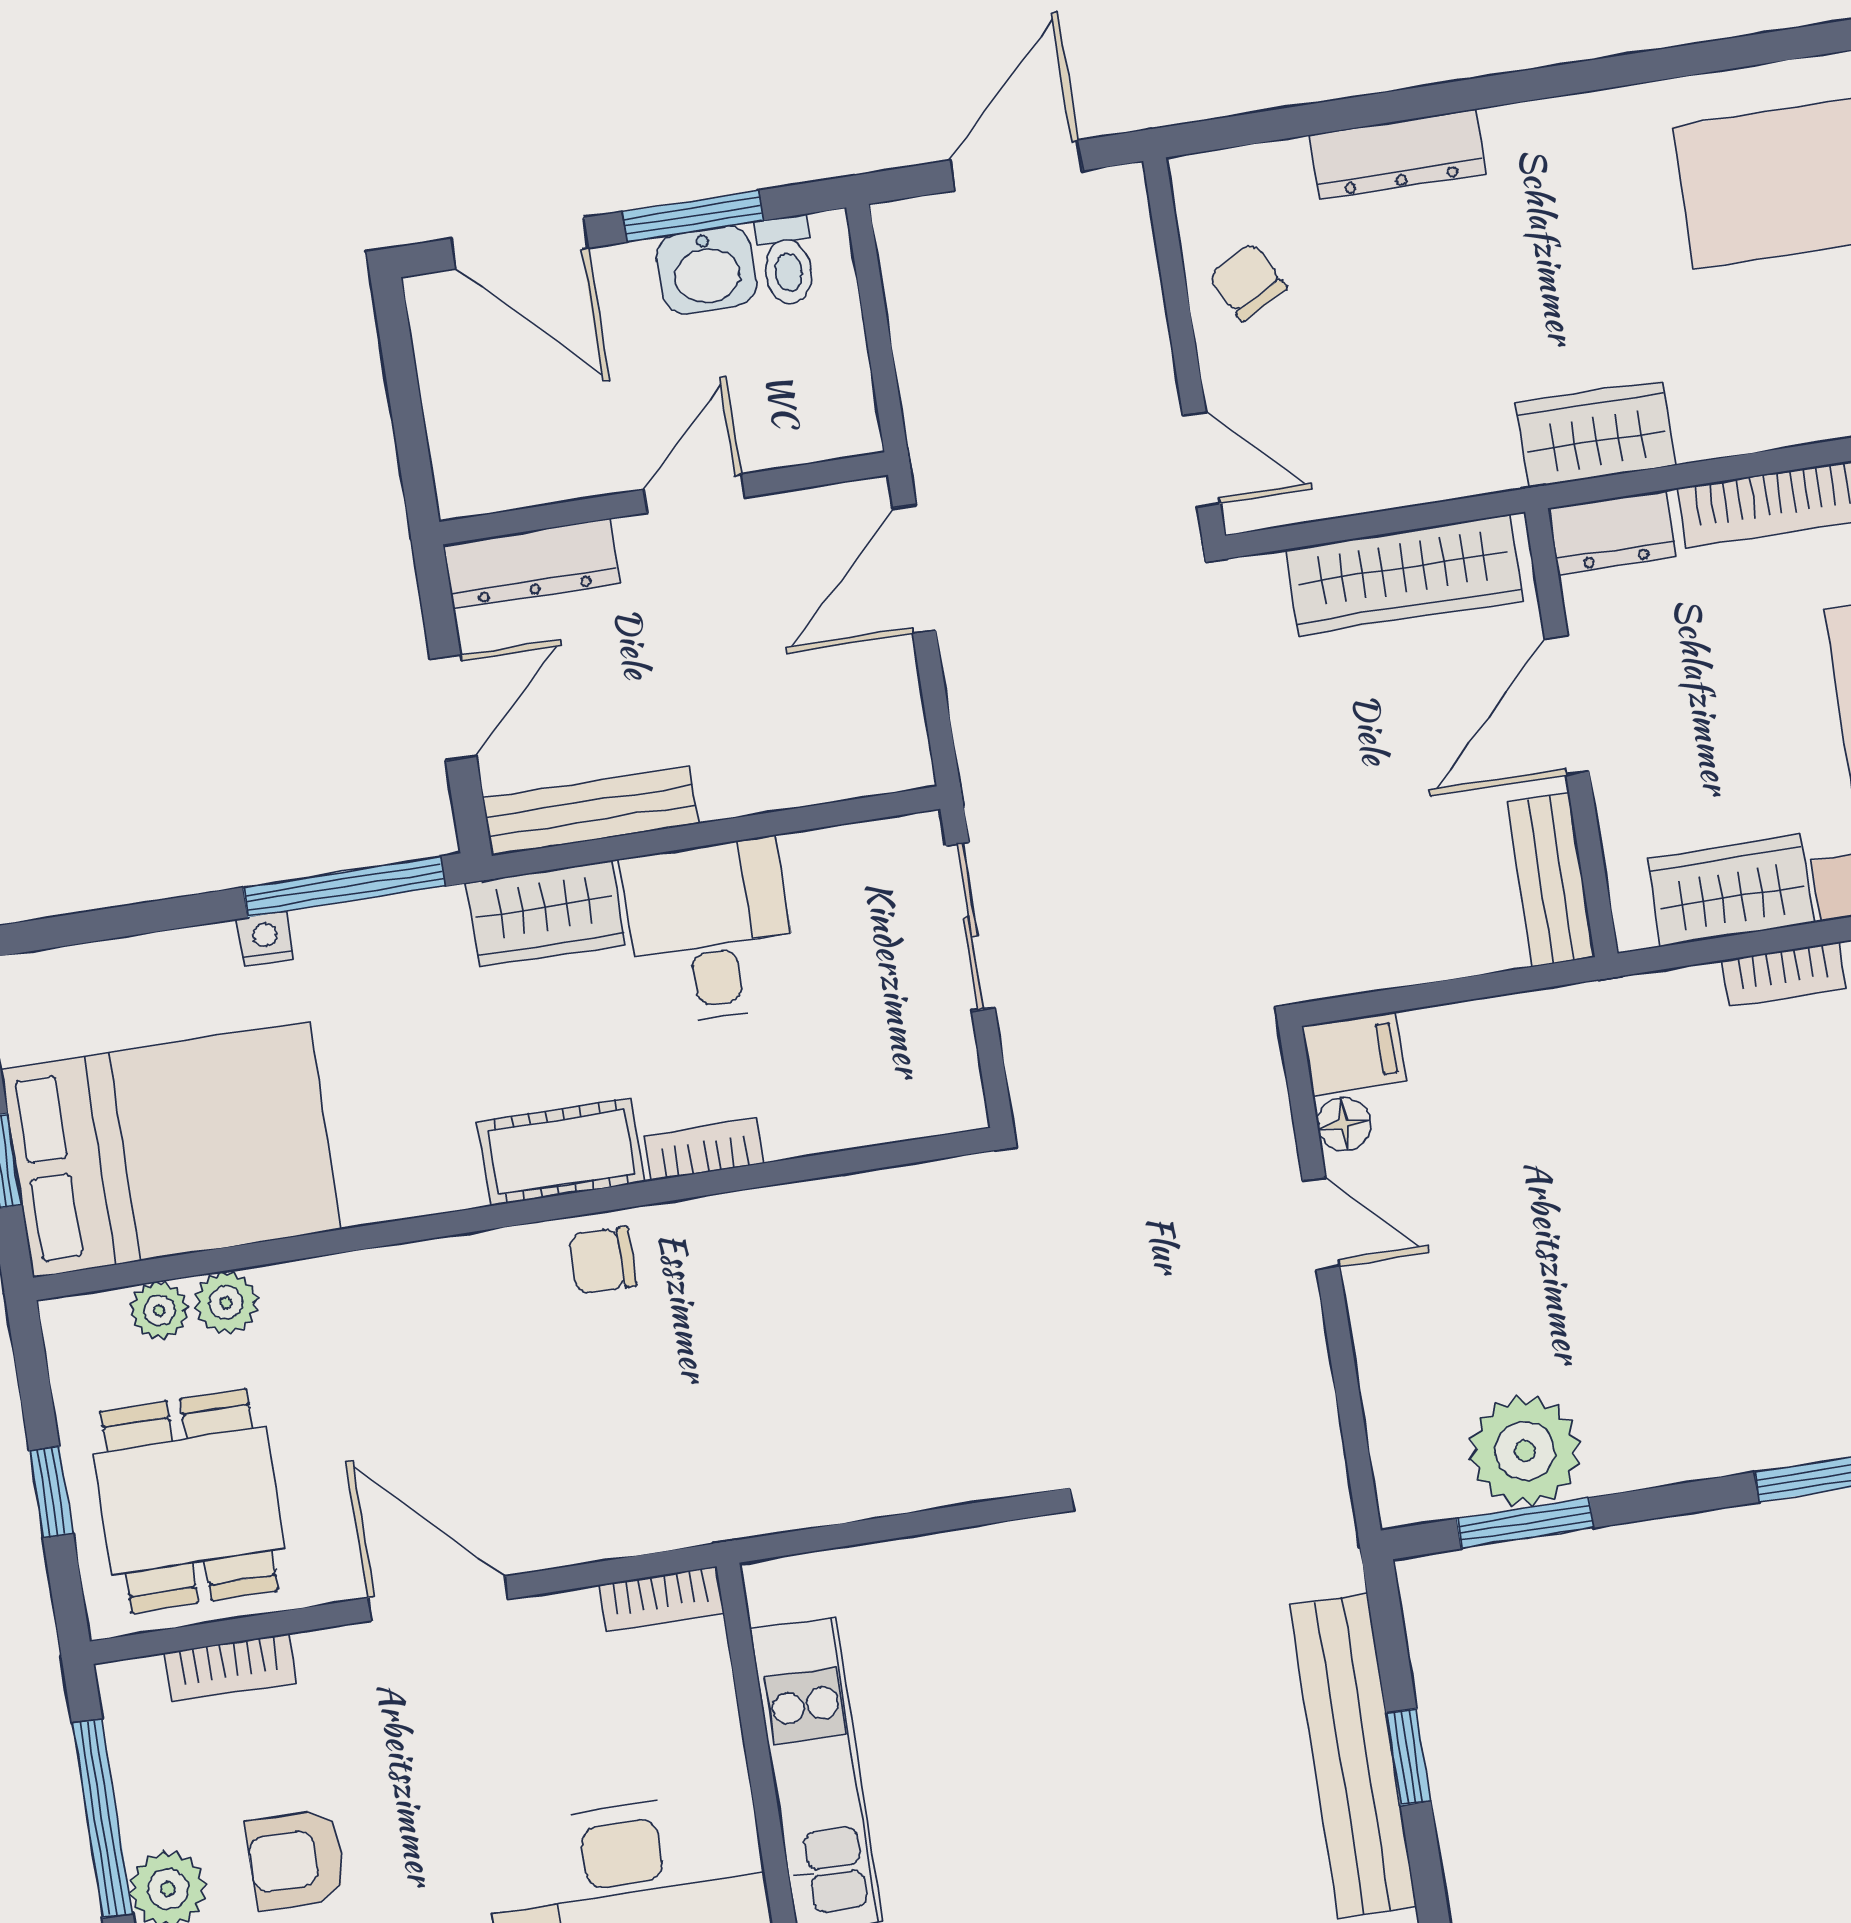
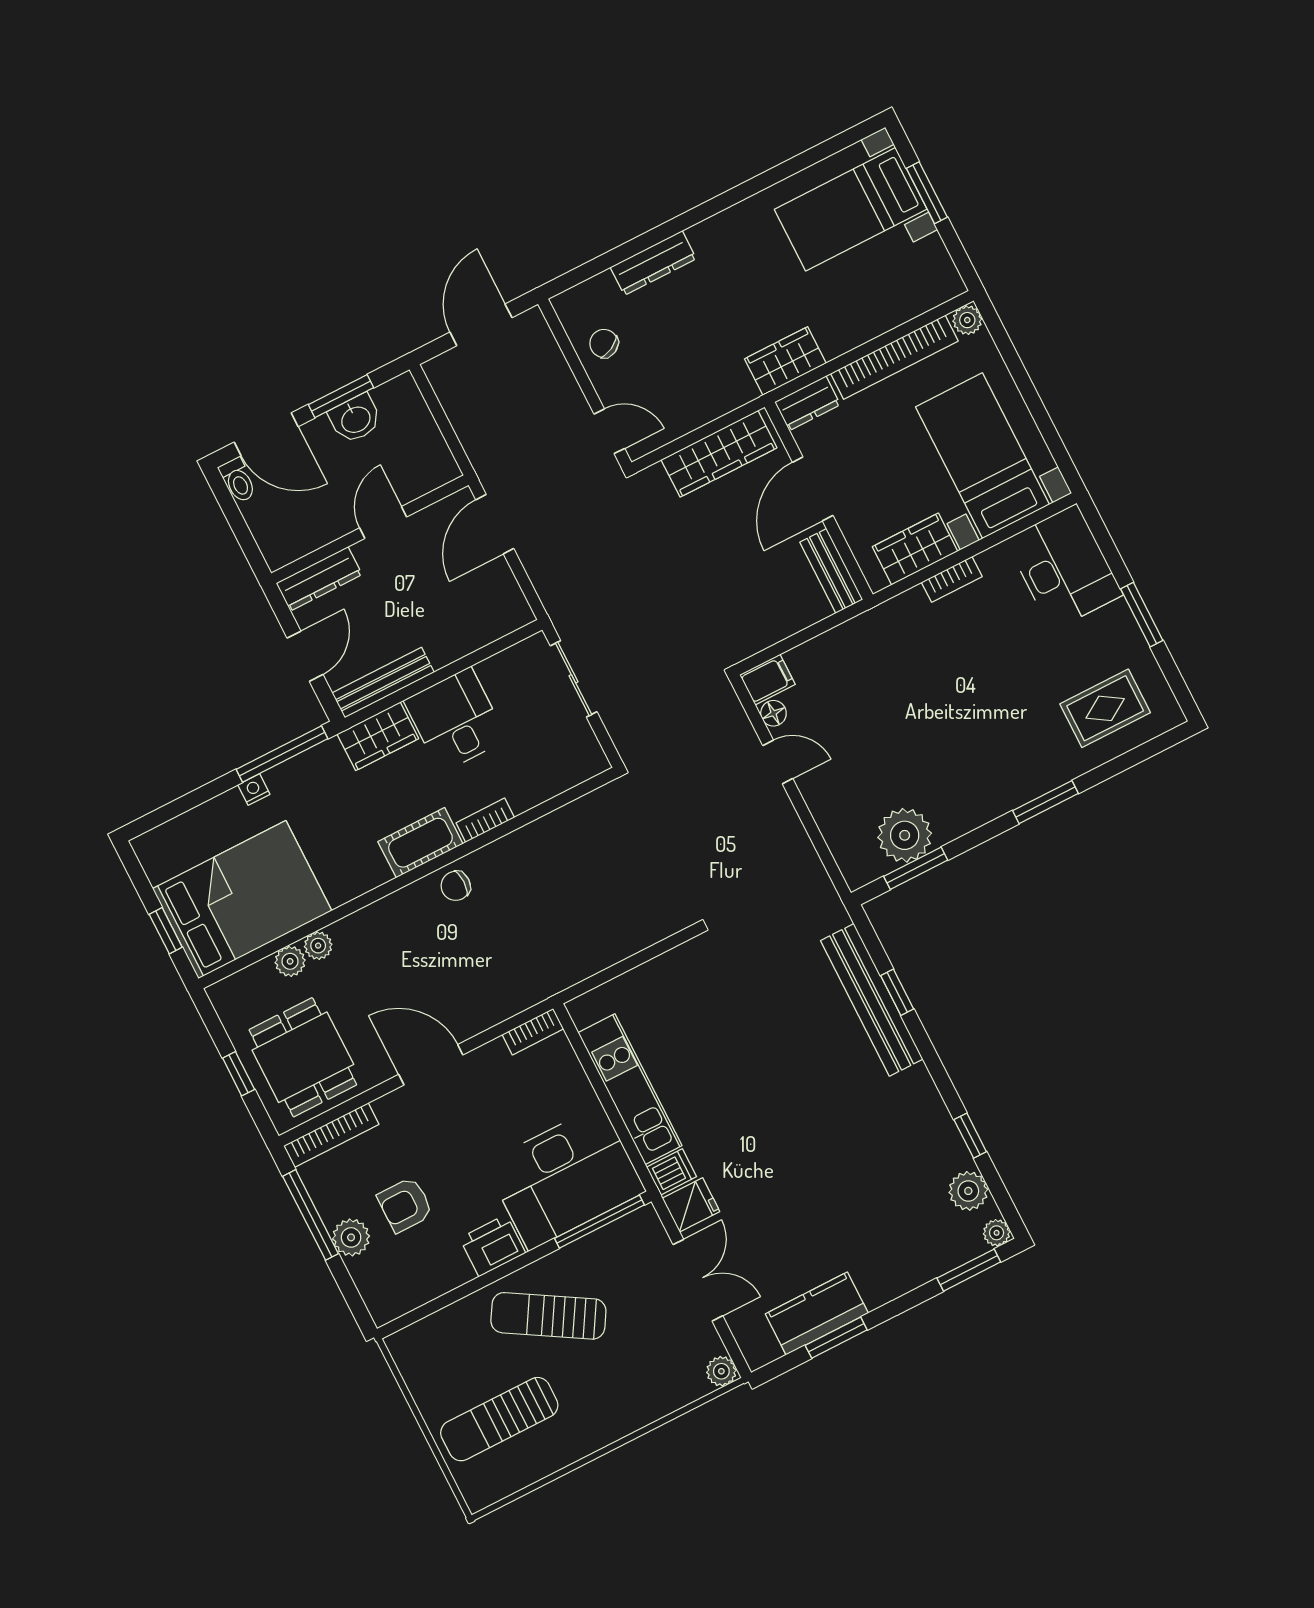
toilet: (786, 261) -> (238, 480), moved
plant: (159, 1310) -> (318, 946), moved
bookcase: (230, 1668) -> (331, 1135), width x1.56

